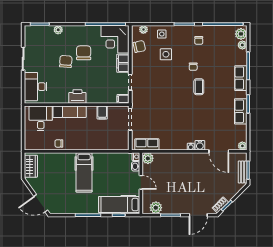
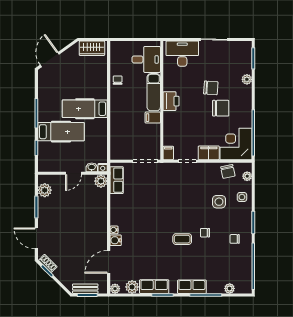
plant: (241, 34) -> (132, 287), moved
filing cabinet: (102, 113) -> (153, 118), moved
hospital bed: (119, 205) -> (61, 132), moved, turned 90

